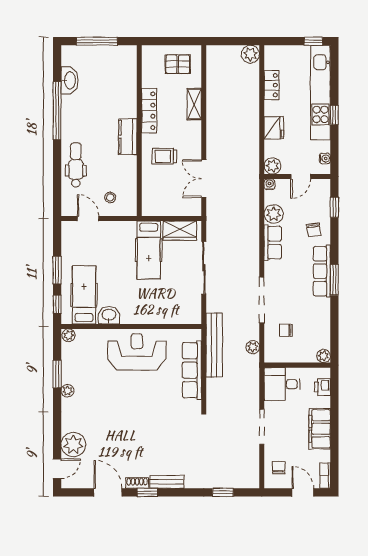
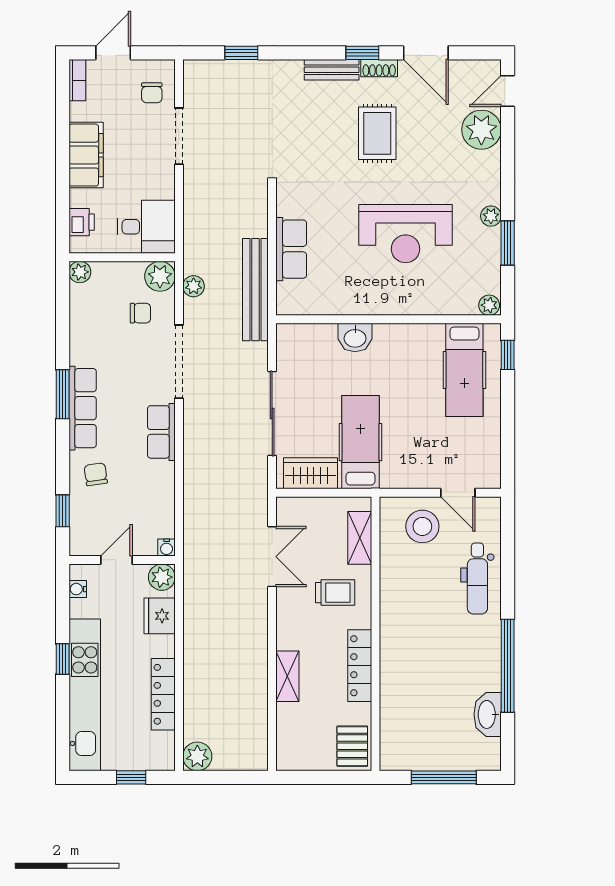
window: (313, 41) -> (131, 777), moved
pallet: (178, 64) -> (352, 746), moved, turned 90
locker: (272, 85) -> (163, 694), width x1.53
fridge: (274, 128) -> (160, 616), moved
kitchen counter: (128, 137) -> (394, 624), removed
shelving: (149, 190) -> (360, 538), added
stool: (110, 197) -> (422, 526), width x1.89, depth x1.89
plant: (274, 214) -> (160, 276), moved
row of seats: (273, 243) -> (161, 432), moved
window: (57, 270) -> (508, 410), removed
washbasin: (109, 315) -> (355, 338), moved
reception desk: (137, 352) -> (406, 234), moved
row of seats: (192, 370) -> (291, 249), width x0.68
doorway: (262, 427) -> (179, 136), moved
rug: (138, 442) -> (377, 133), added
door: (303, 492) -> (113, 53), swing flipped

